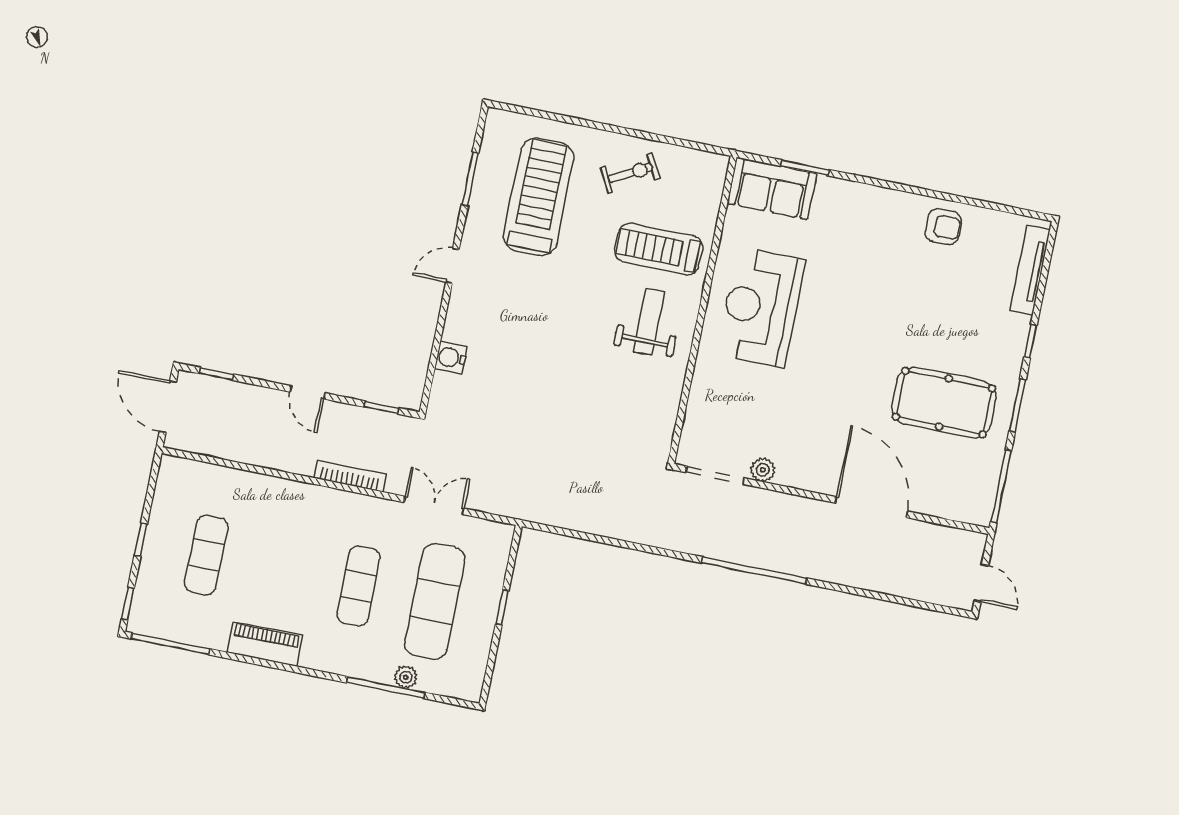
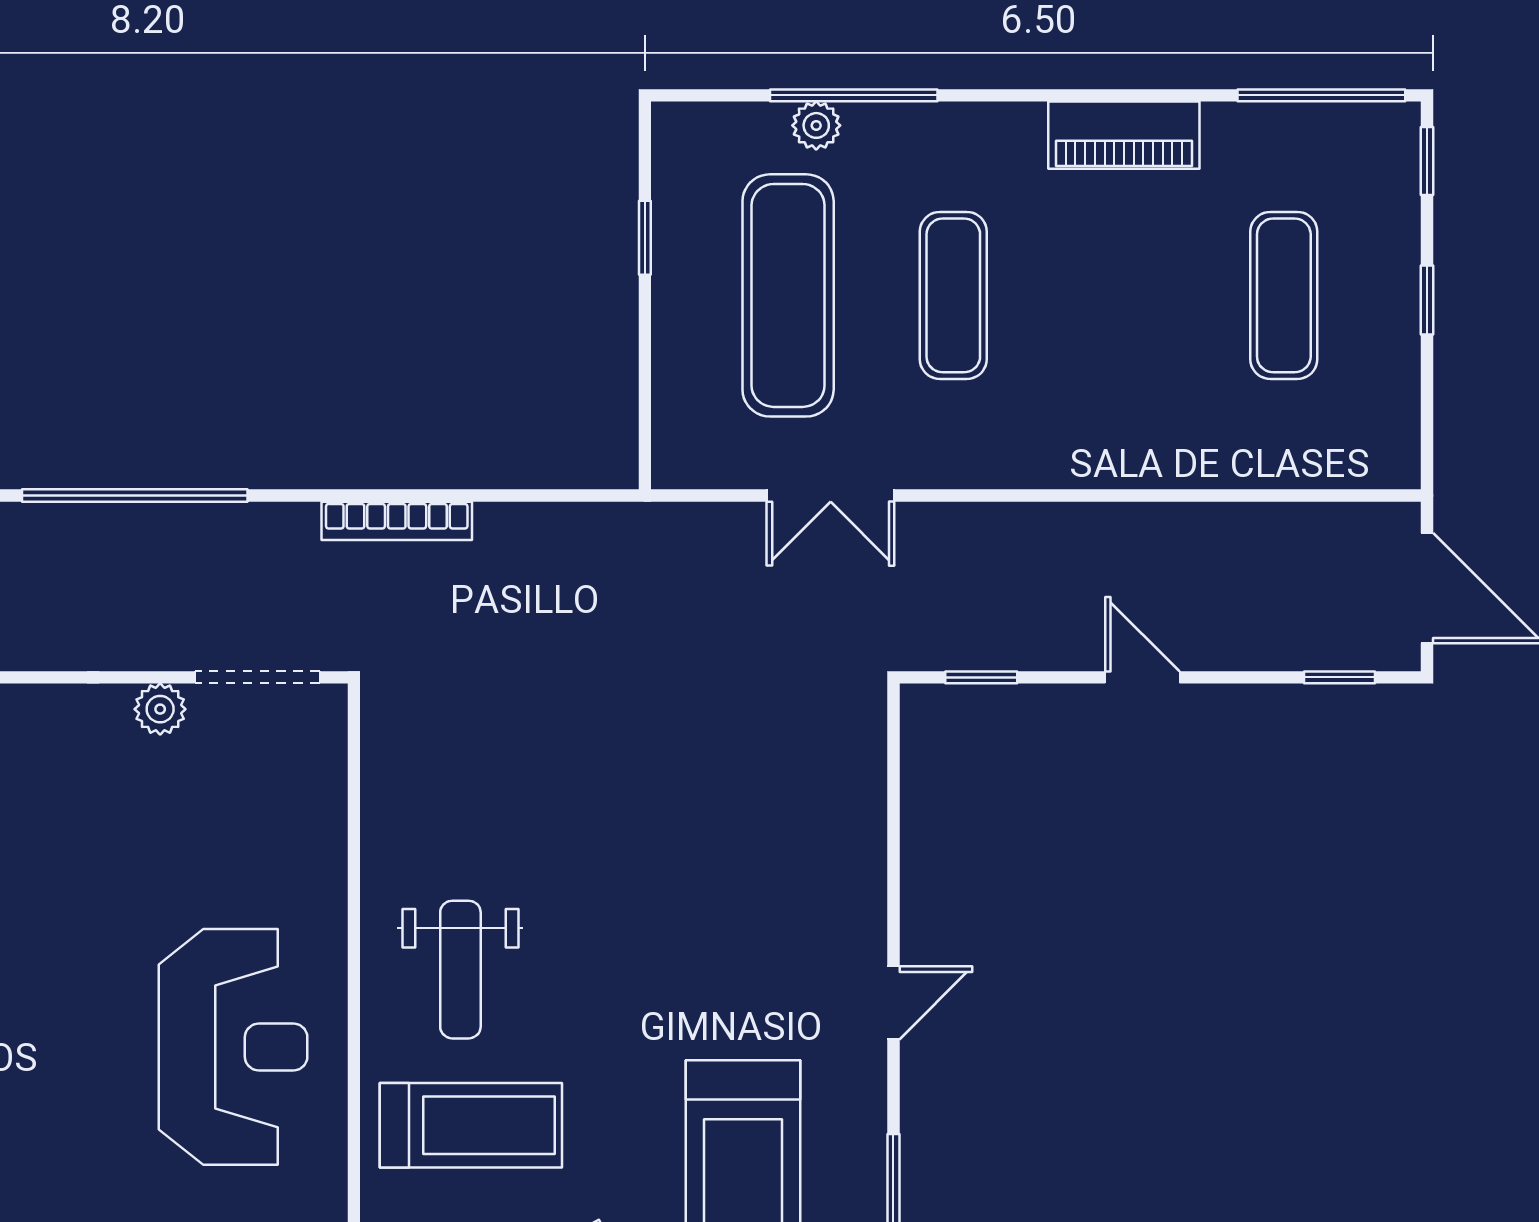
water cooler: (451, 358) -> (858, 811), removed
bookcase: (350, 476) -> (397, 521), moved
window: (502, 607) -> (645, 238), moved

